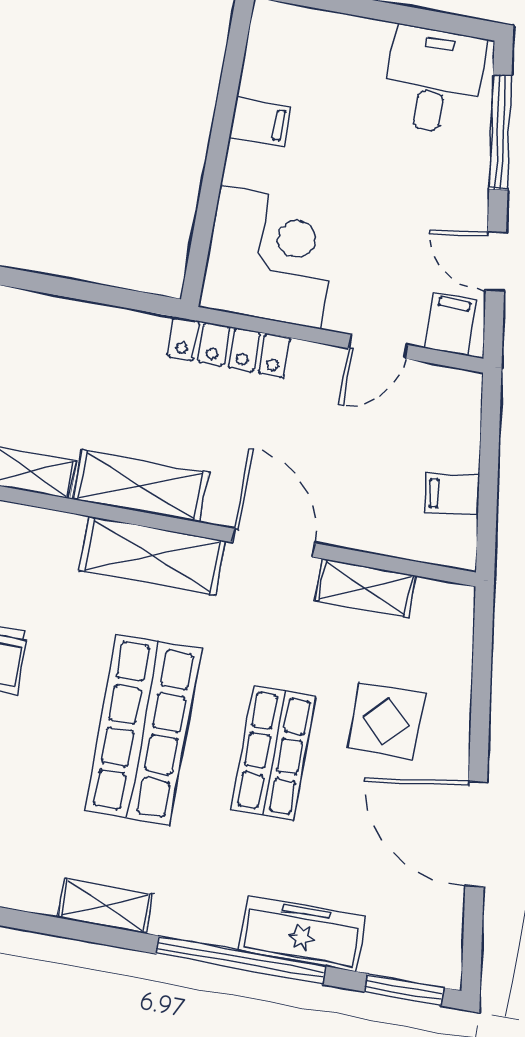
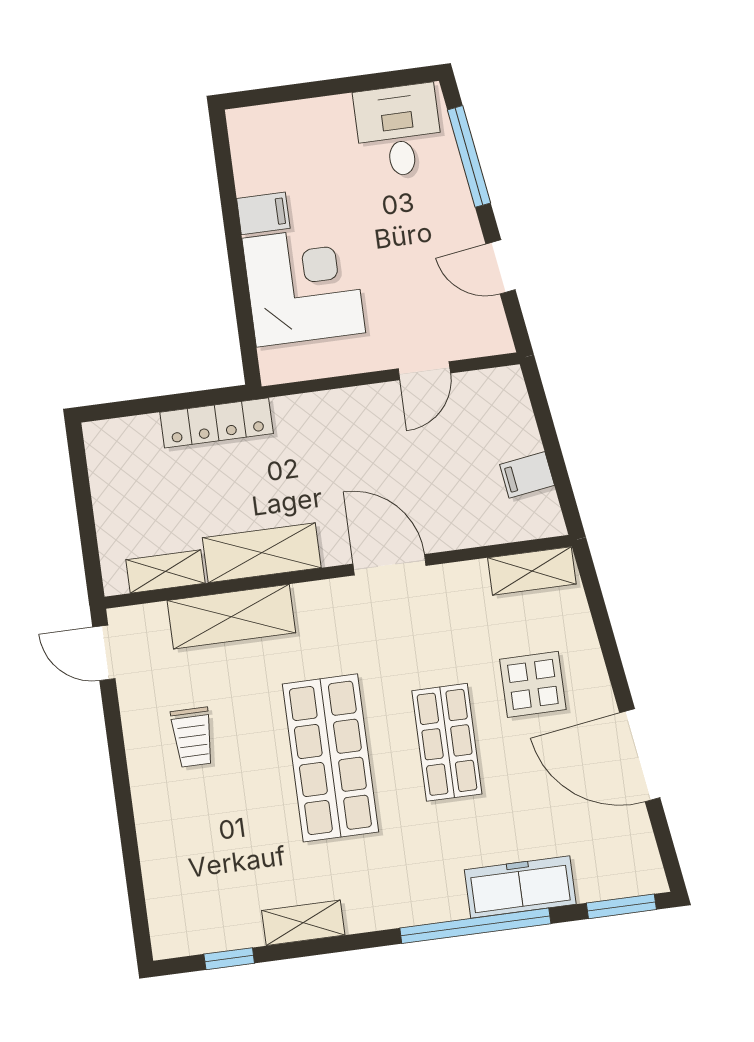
corner desk: (270, 257) -> (304, 285), moved
filing cabinet: (451, 324) -> (479, 332), removed
locker: (229, 347) -> (217, 423), moved
shelving: (152, 556) -> (231, 617), moved
shelving: (365, 588) -> (532, 571), moved
shelving: (105, 906) -> (303, 923), moved

